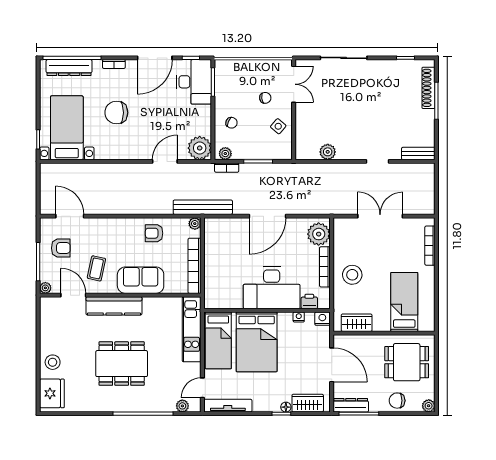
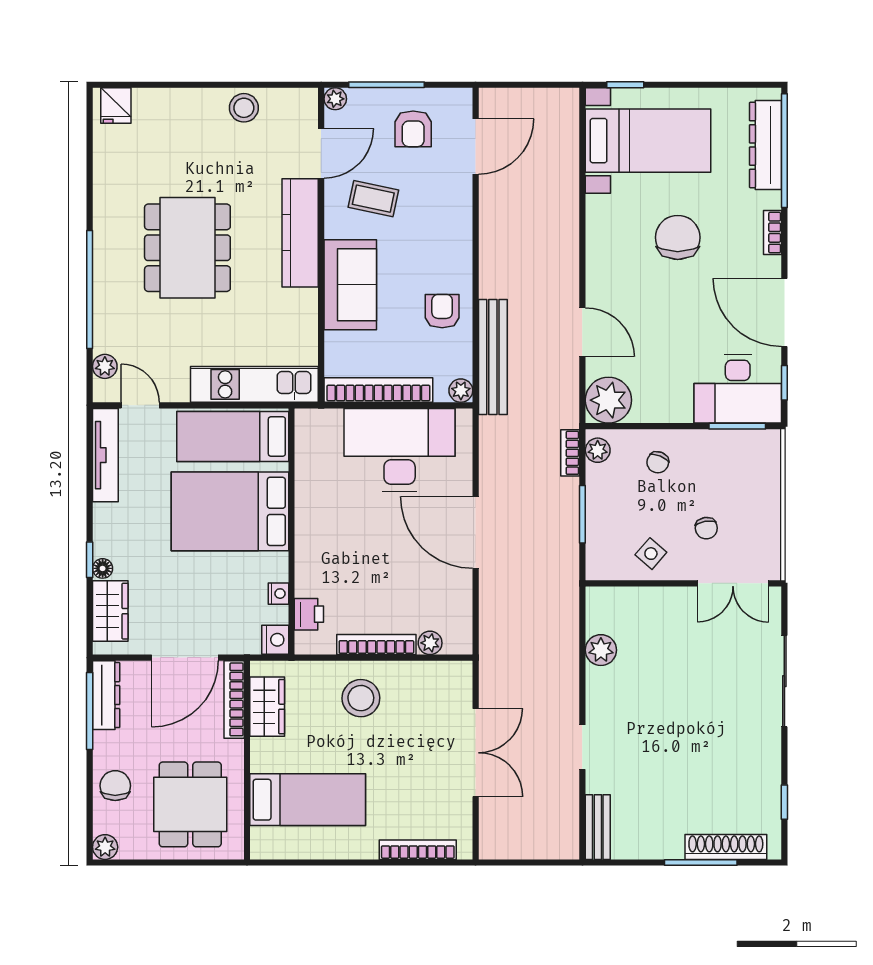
bench: (203, 207) -> (493, 357), moved
plant: (319, 234) -> (430, 643), width x0.53, depth x0.53
desk: (272, 288) -> (400, 450), moved, turned 90
bookcase: (353, 340) -> (234, 699), added
stool: (53, 362) -> (244, 108), moved
fridge: (52, 393) -> (116, 106), width x0.53, depth x0.75

